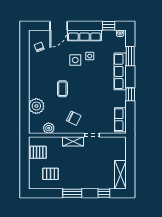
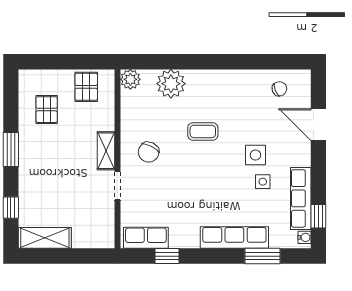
row of seats: (84, 35) -> (301, 198), moved
window: (130, 94) -> (167, 256), moved
plant: (49, 128) -> (130, 79), moved

